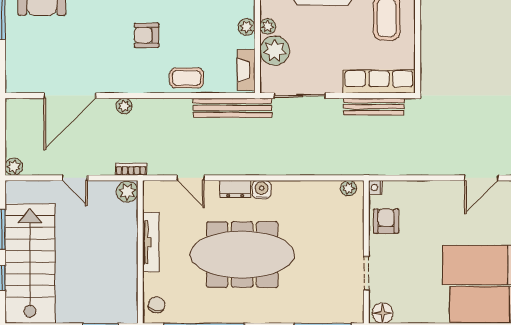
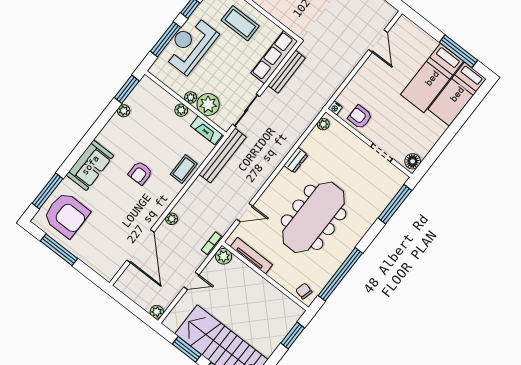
dresser: (235, 189) -> (296, 160), moved
water cooler: (262, 190) -> (284, 176), removed
tv unit: (151, 242) -> (251, 256), moved

